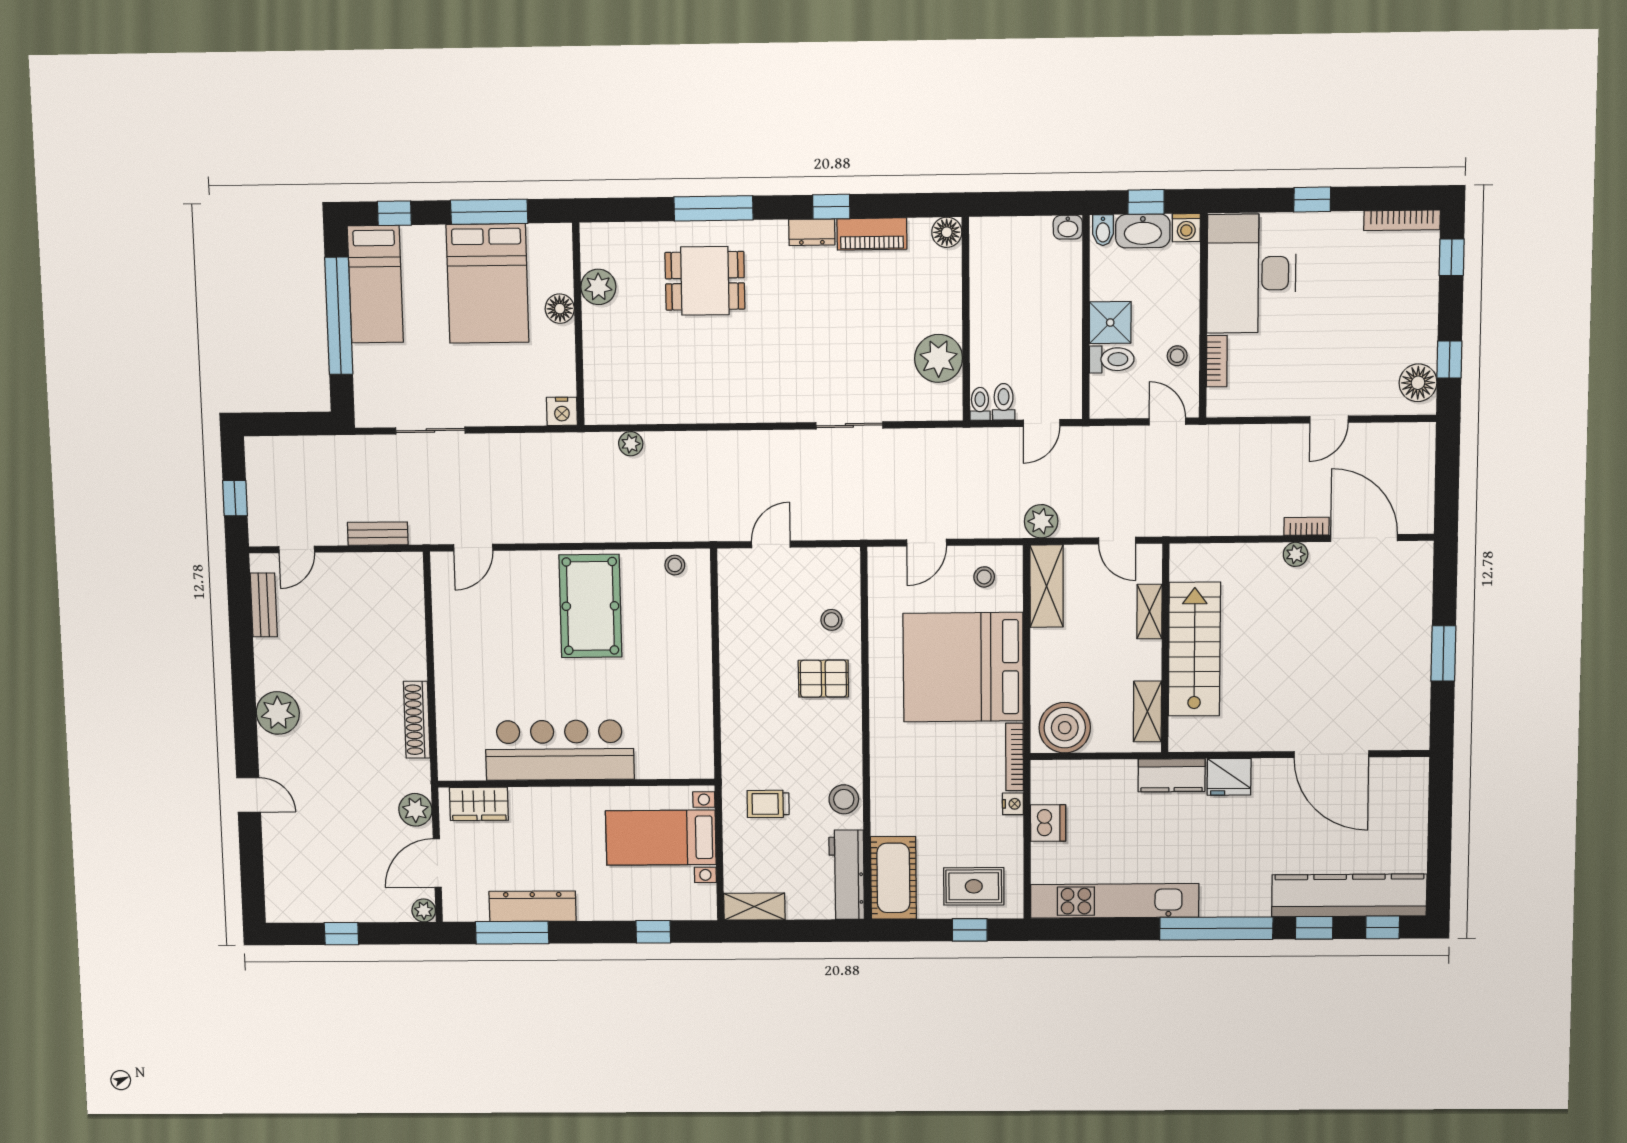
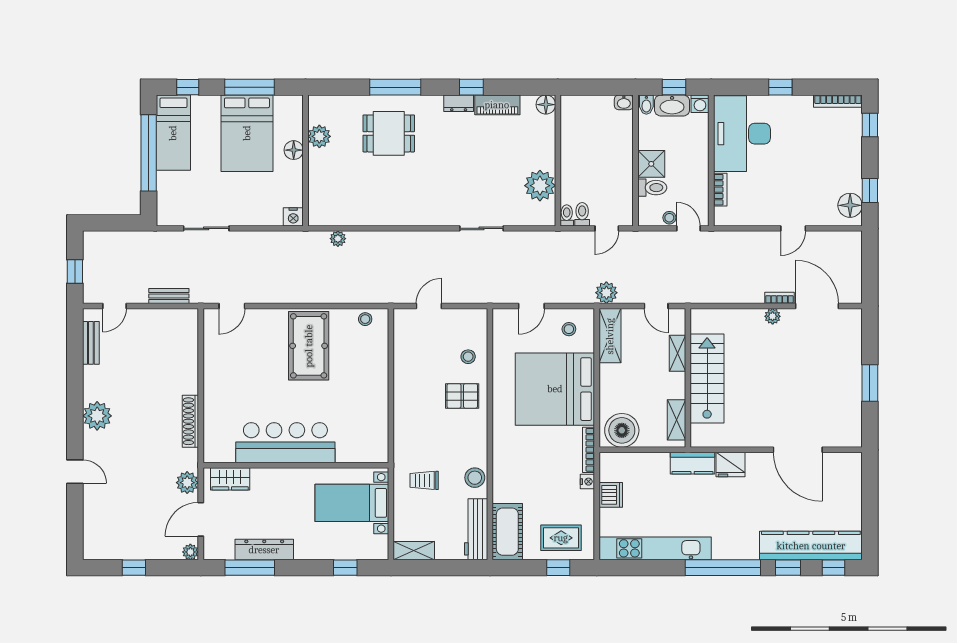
stool: (1177, 356) -> (669, 218), moved

